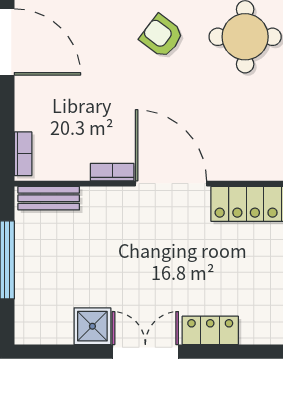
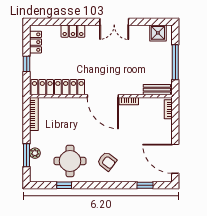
shower: (92, 326) -> (158, 33), moved
locker: (210, 330) -> (73, 31), moved

